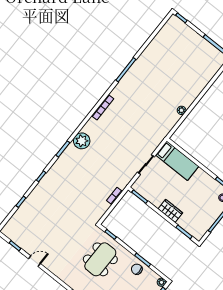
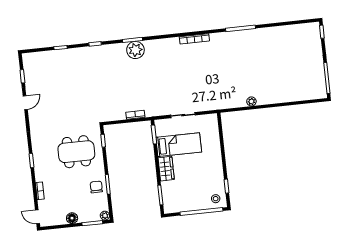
plant: (82, 141) -> (135, 50), moved
bed: (177, 161) -> (179, 145), moved, turned -90
door: (34, 261) -> (25, 103), hinge flipped

